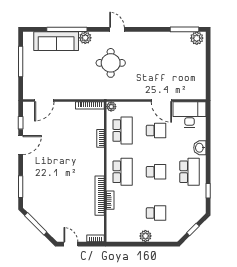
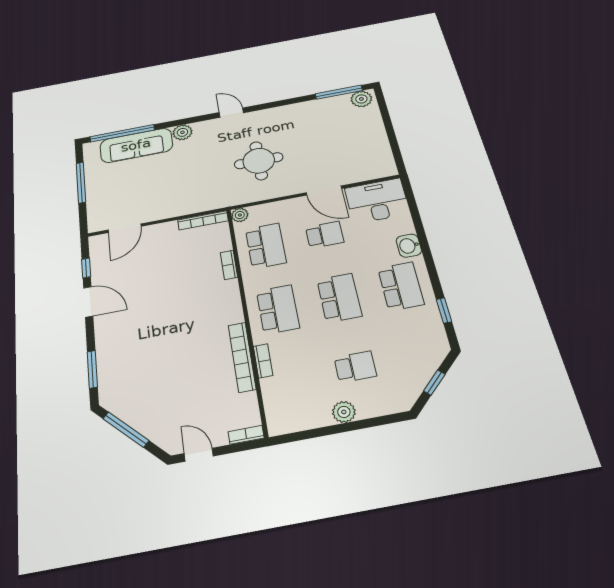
window: (67, 29) -> (122, 133), moved
round table: (111, 63) -> (259, 161), moved
door: (21, 145) -> (88, 302), hinge flipped
school desk: (156, 172) -> (339, 298), width x1.85

